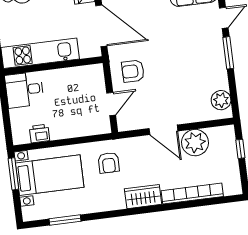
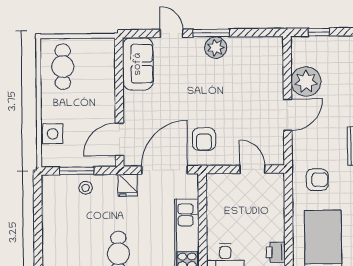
armchair: (133, 71) -> (204, 139), moved
plant: (221, 100) -> (216, 48), moved

